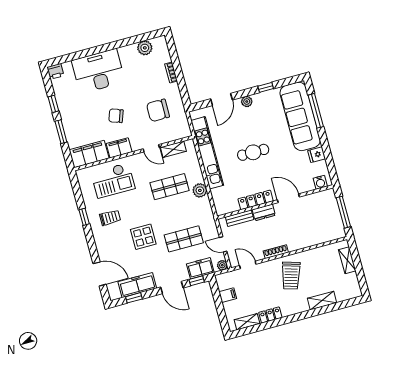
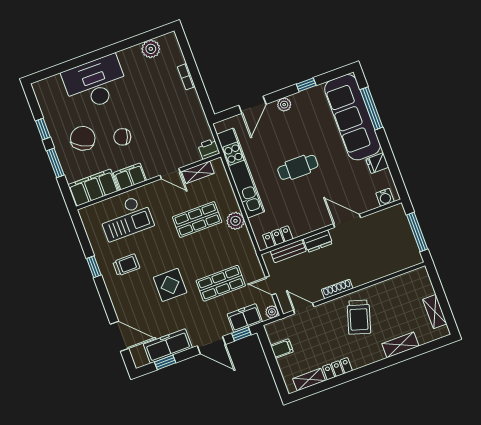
printer: (55, 71) -> (209, 149), moved, turned 180
chair: (158, 110) -> (83, 138), moved, turned 118
locker: (256, 200) -> (278, 237), moved, width x0.66
shelving: (347, 260) -> (435, 312), moved

